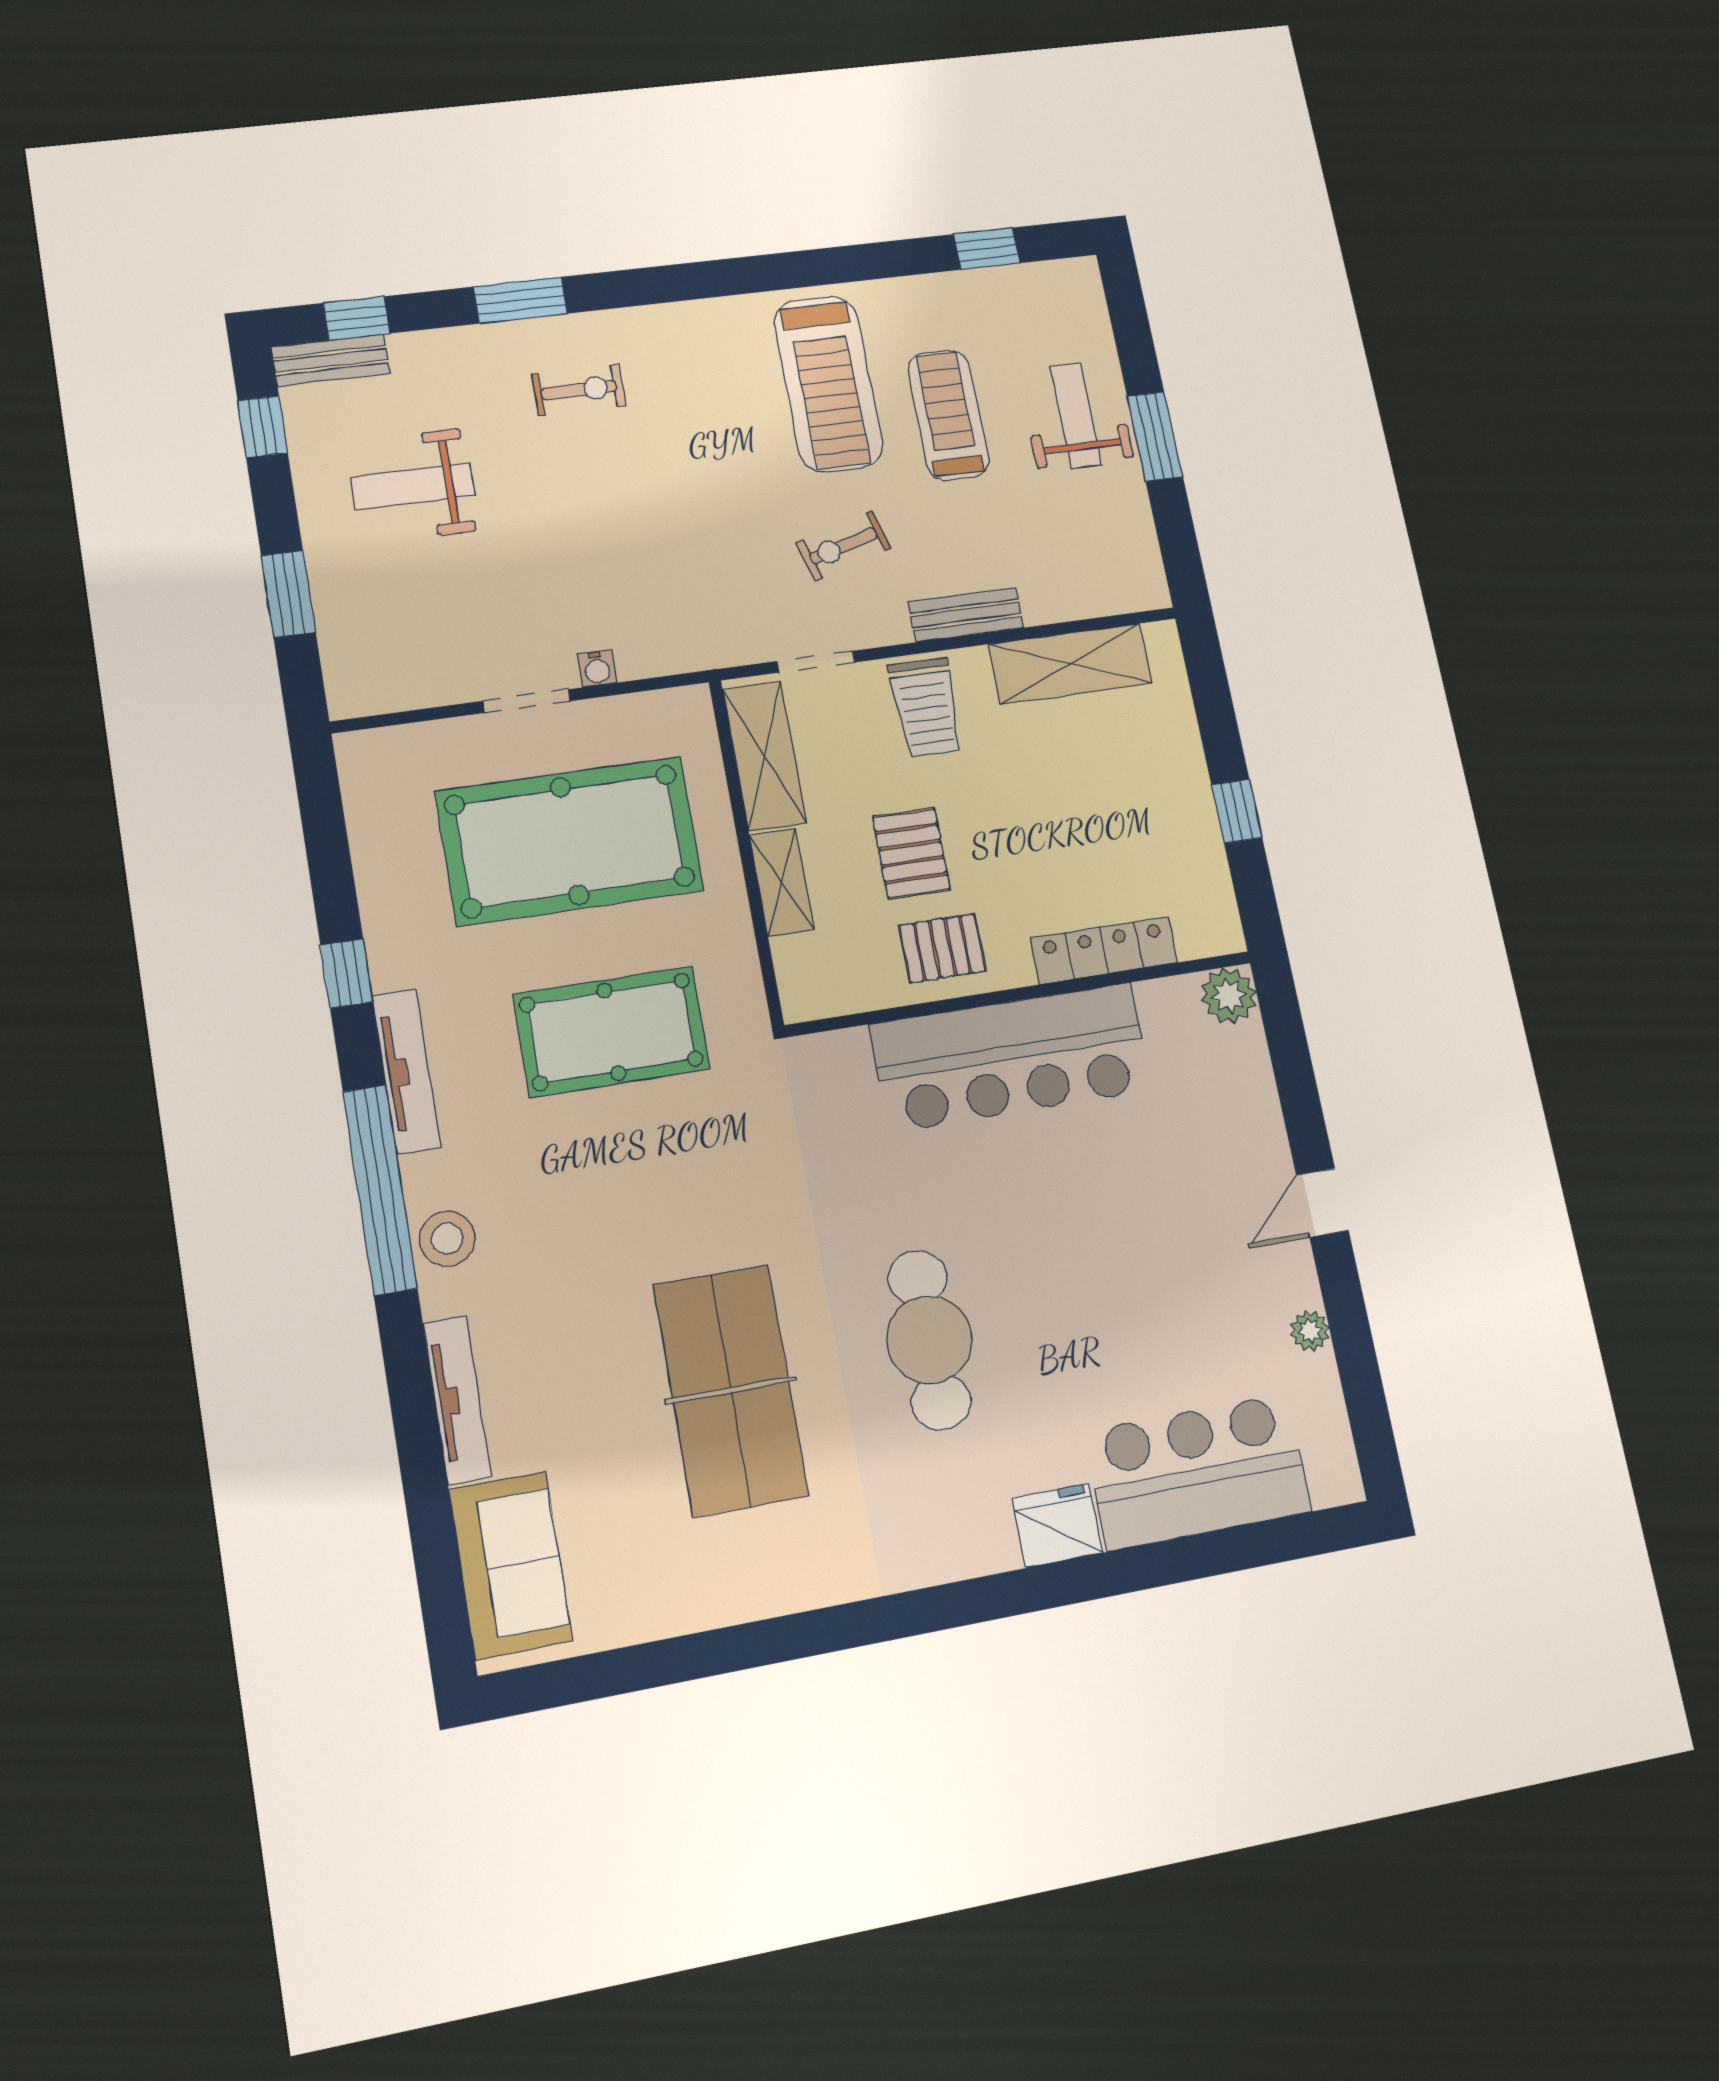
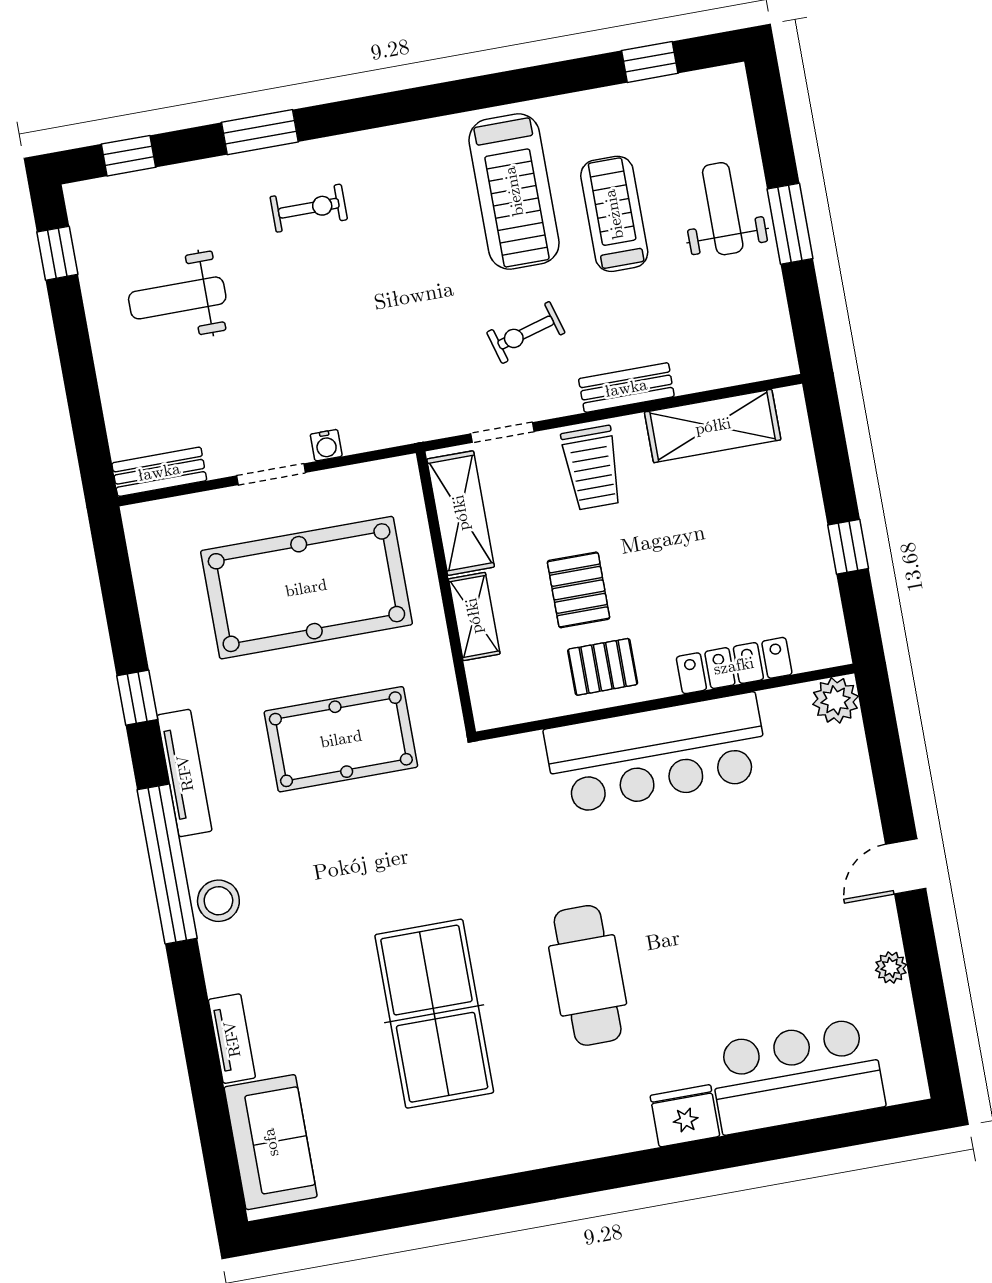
bench: (331, 360) -> (159, 472), moved
window: (288, 594) -> (82, 393), removed
tv unit: (457, 1400) -> (232, 1039), width x0.71

